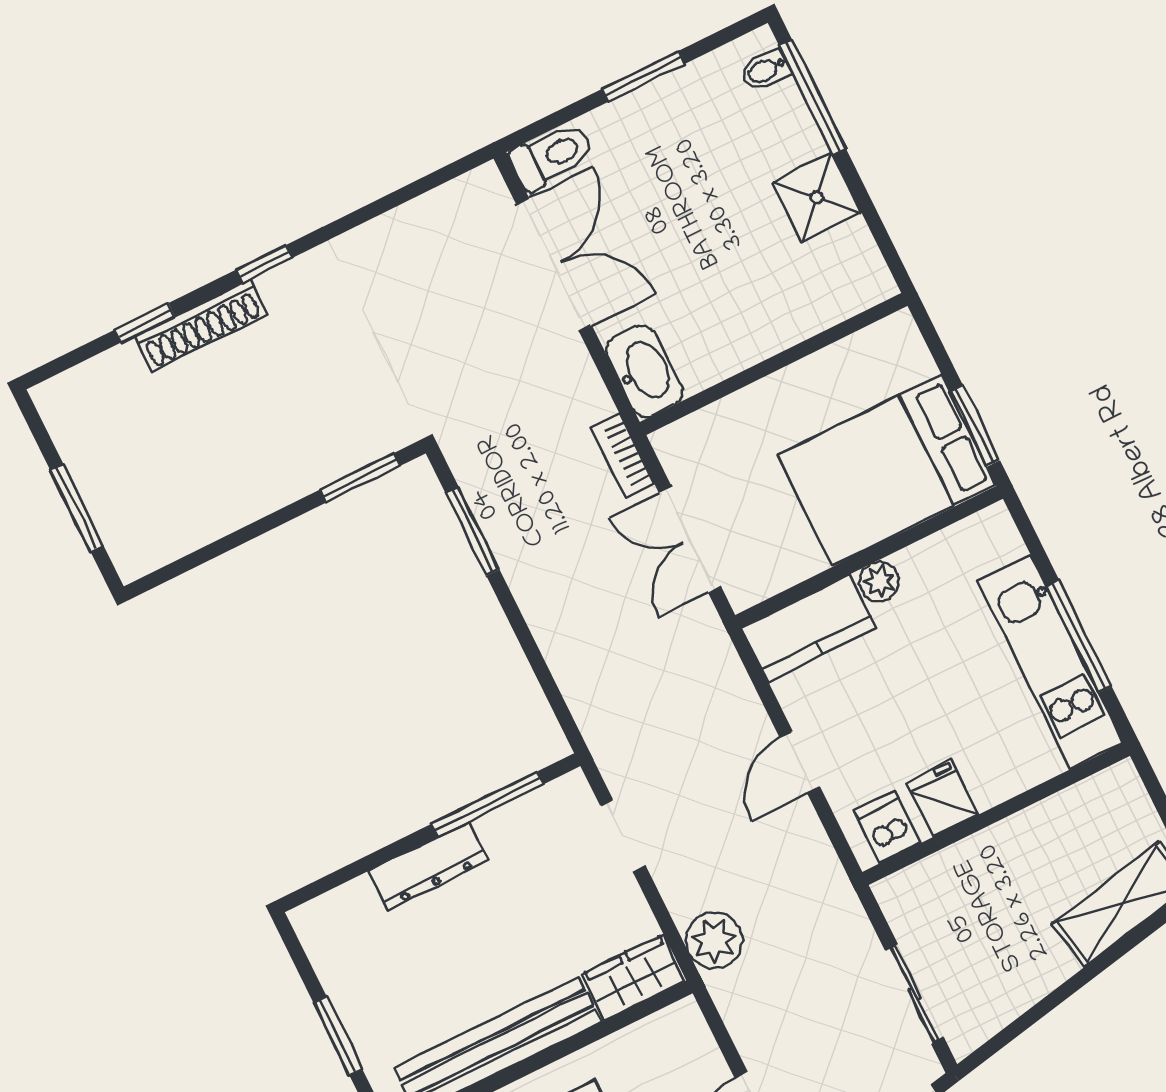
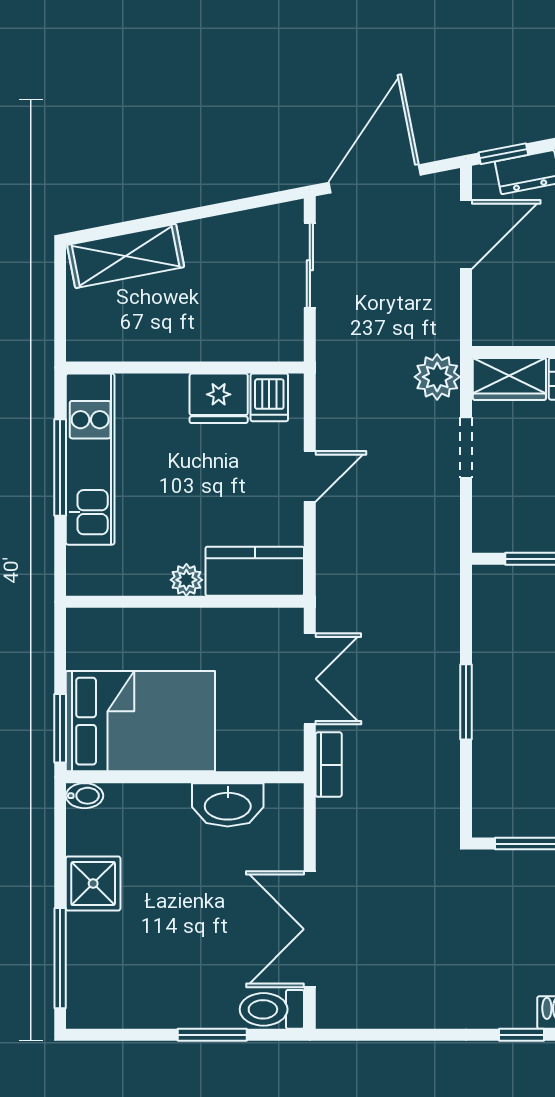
bidet: (766, 70) -> (85, 796), moved
window: (643, 76) -> (212, 1035), moved
washbasin: (644, 371) -> (228, 805), moved, turned -90
window: (975, 426) -> (60, 728), moved
bed: (887, 470) -> (140, 721), moved
window: (472, 531) -> (466, 702), moved
fridge: (942, 798) -> (219, 398), width x1.38
doorway: (623, 836) -> (466, 448), moved

